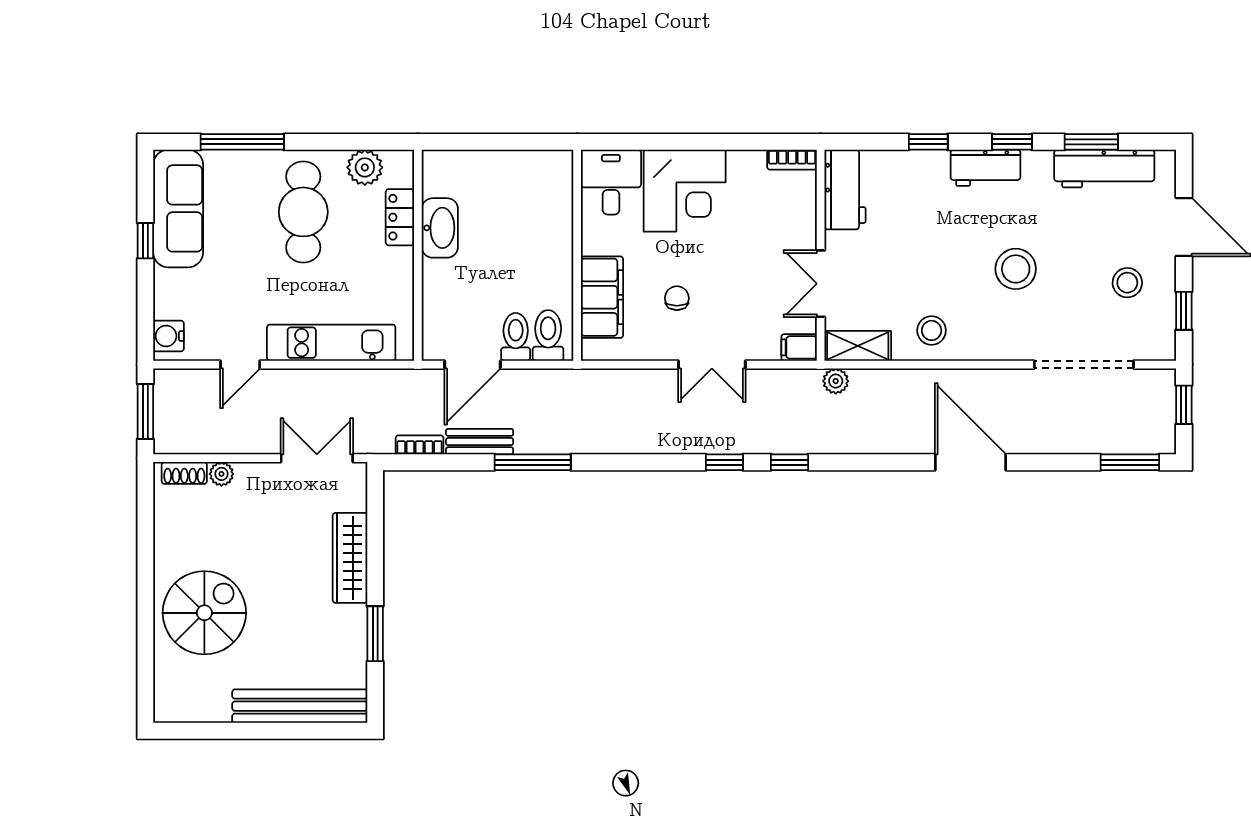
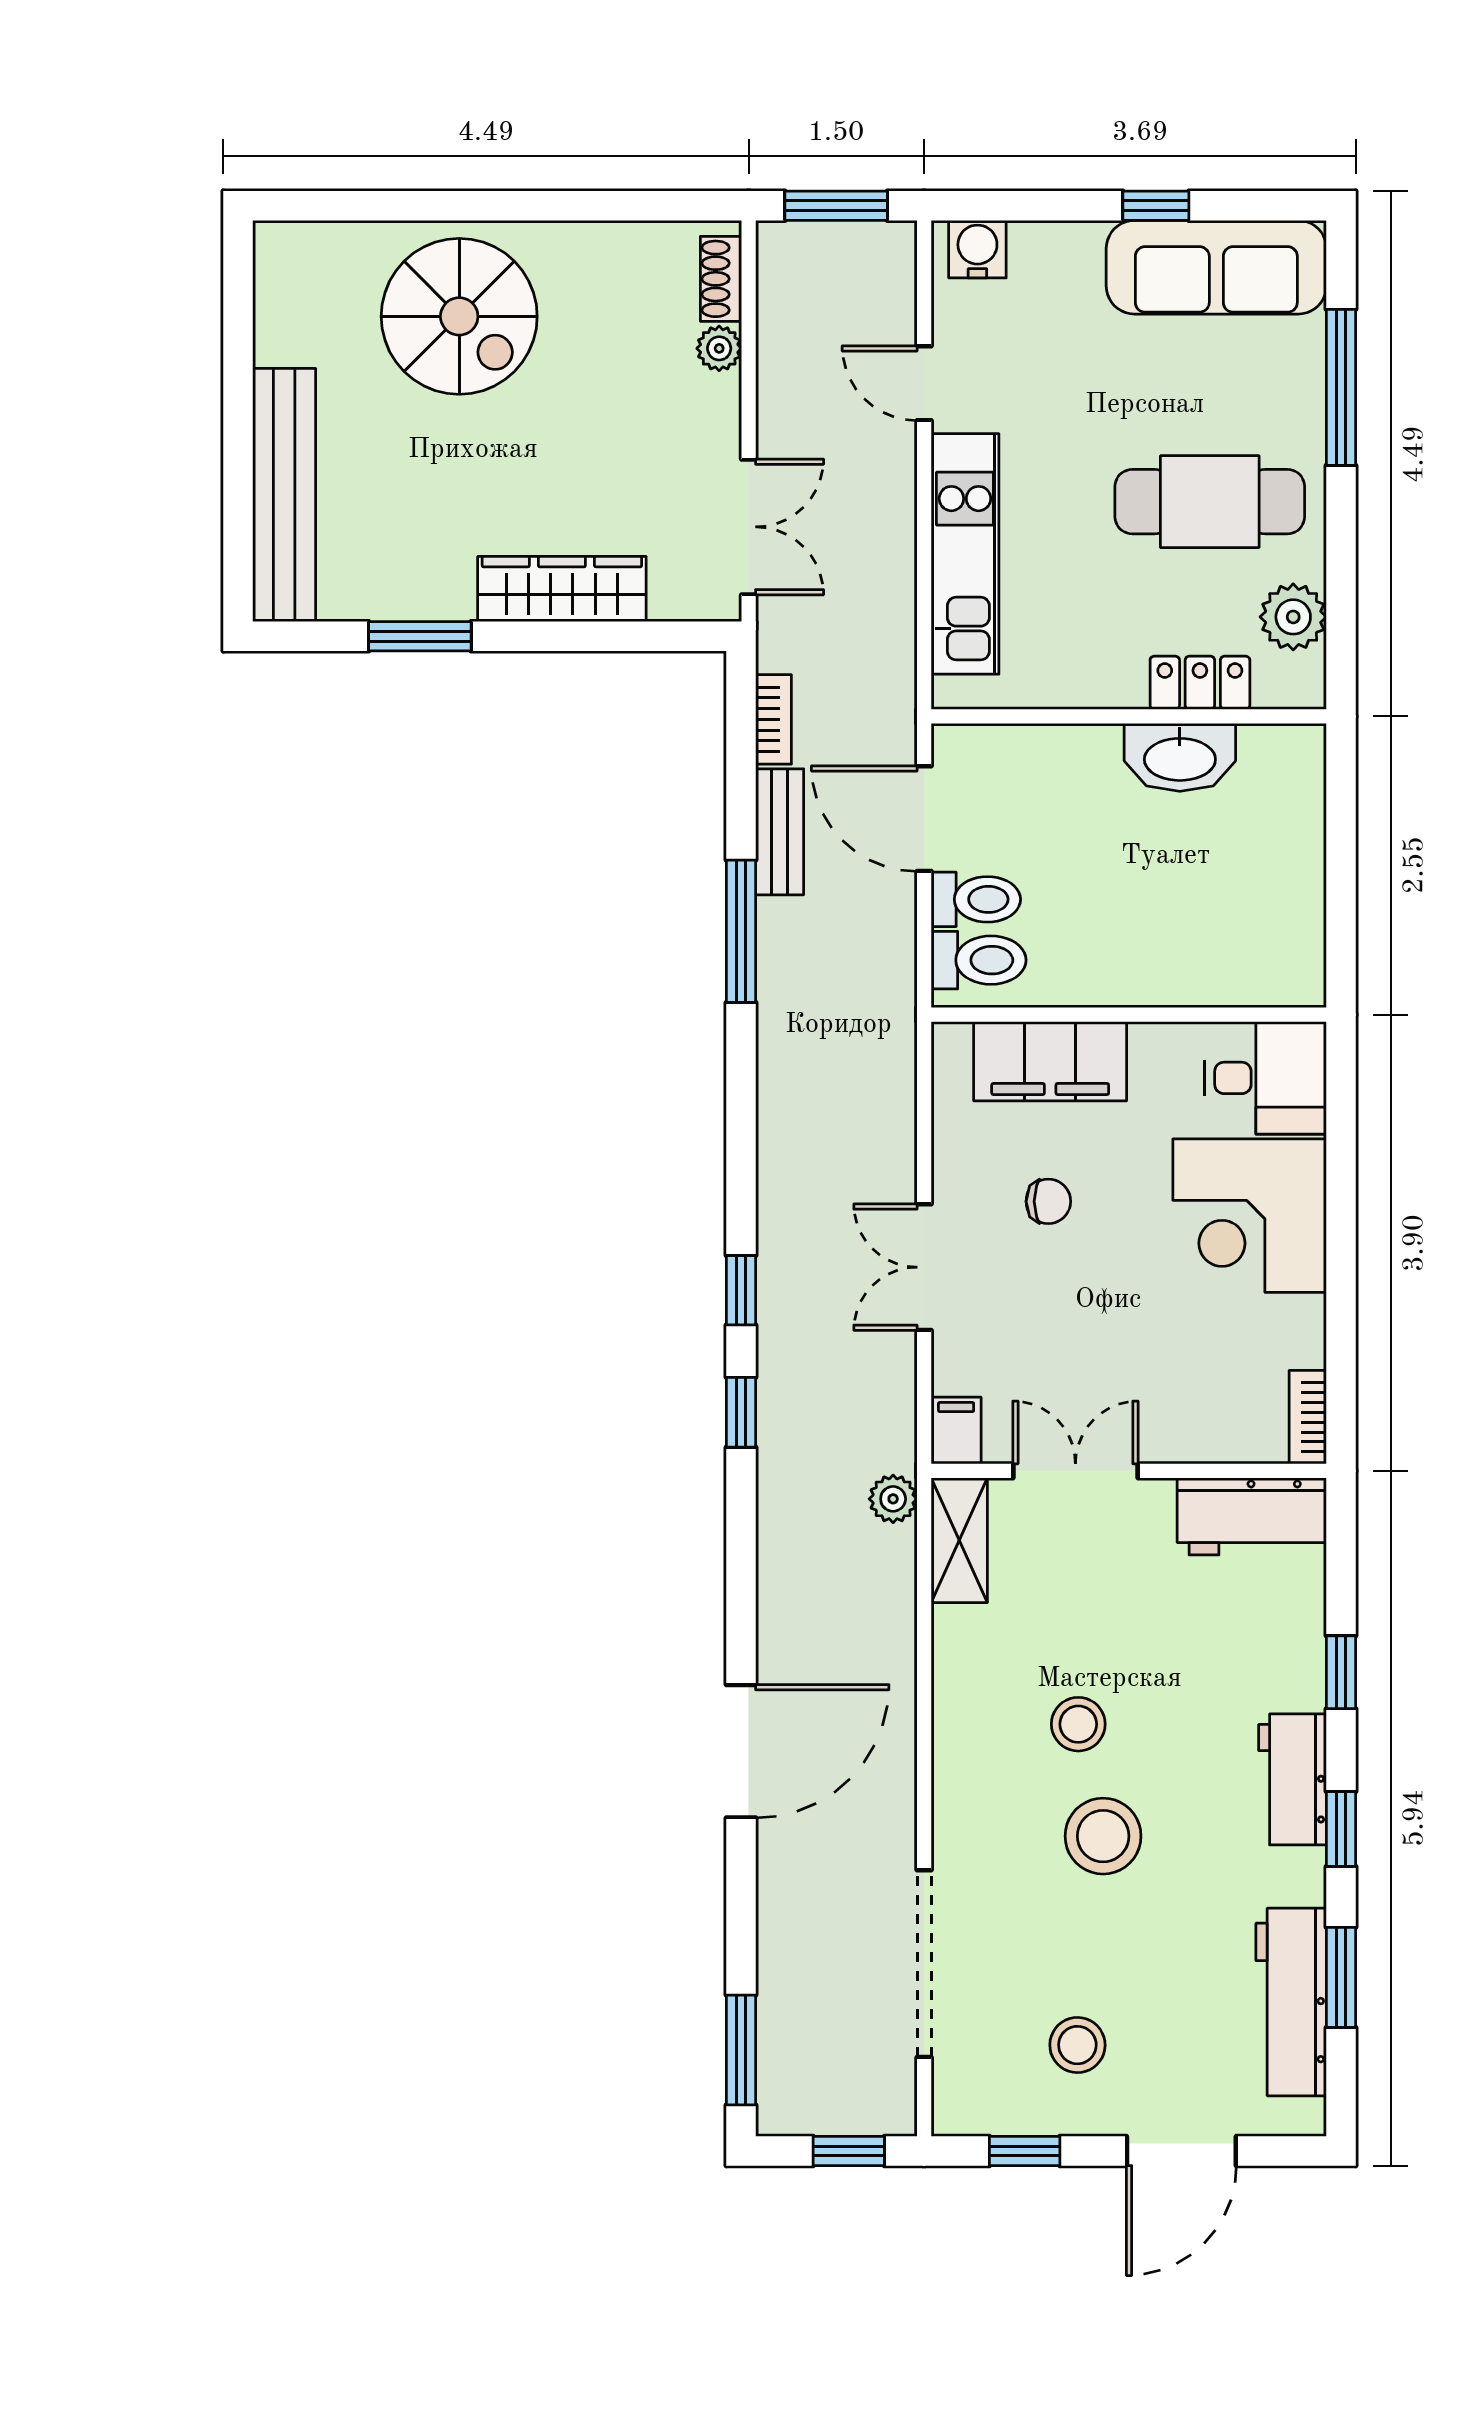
stool: (932, 330) -> (1078, 1724), moved

